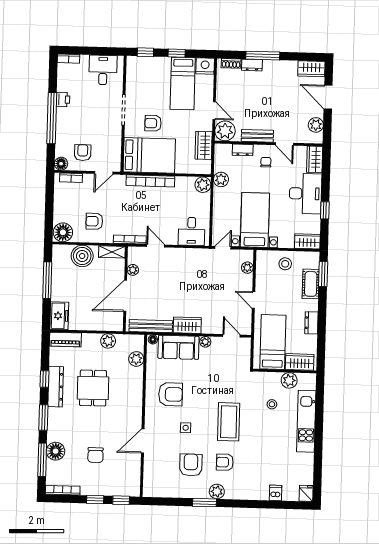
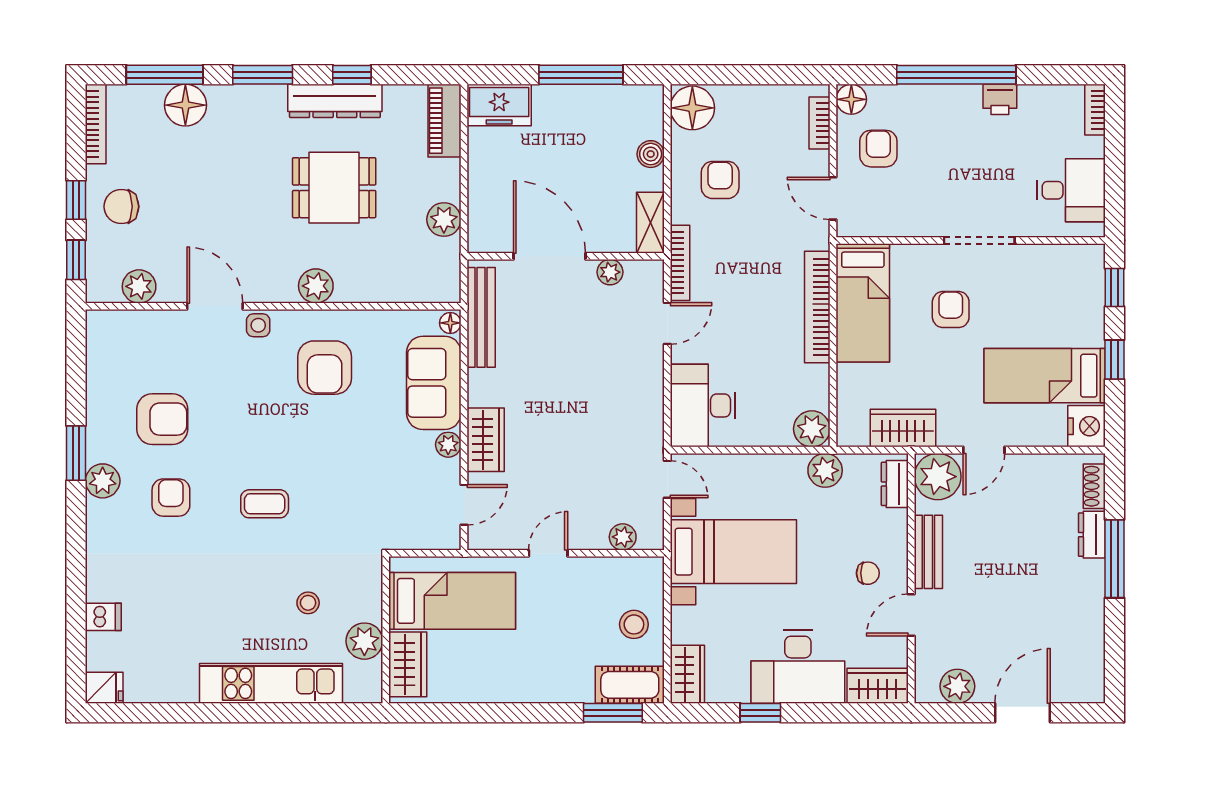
wardrobe: (311, 69) -> (1087, 672), removed
dresser: (243, 150) -> (895, 484), moved
armchair: (83, 153) -> (878, 149), turned -90
bed: (149, 155) -> (863, 303), width x0.67
desk: (191, 231) -> (703, 405), width x1.37
boiler: (82, 256) -> (651, 154), width x0.54, depth x0.54
cot: (311, 284) -> (630, 685), moved
dresser: (311, 323) -> (499, 689), removed
wardrobe: (187, 325) -> (486, 440), moved
plant: (136, 359) -> (316, 286), moved
coffee table: (229, 422) -> (265, 504), width x0.54, depth x0.58
side table: (186, 428) -> (258, 325), moved
chair: (95, 455) -> (121, 207), moved
plant: (133, 473) -> (139, 286), added

